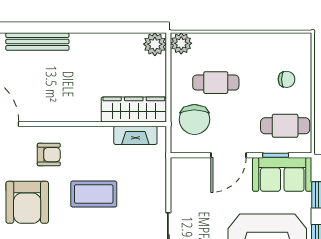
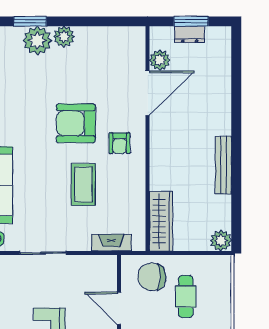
bench: (37, 42) -> (223, 165), moved
plant: (181, 43) -> (222, 265), removed
fireplace: (135, 135) -> (111, 243), moved, turned 90

